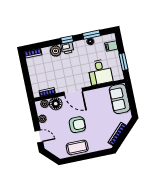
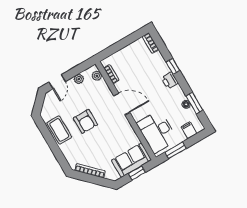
window: (67, 40) -> (173, 66), moved
plant: (56, 51) -> (162, 68), removed
desk: (100, 72) -> (157, 132), width x1.37
door: (73, 92) -> (122, 104), swing flipped
window: (131, 98) -> (137, 173), added
floor lamp: (56, 104) -> (101, 89), removed

